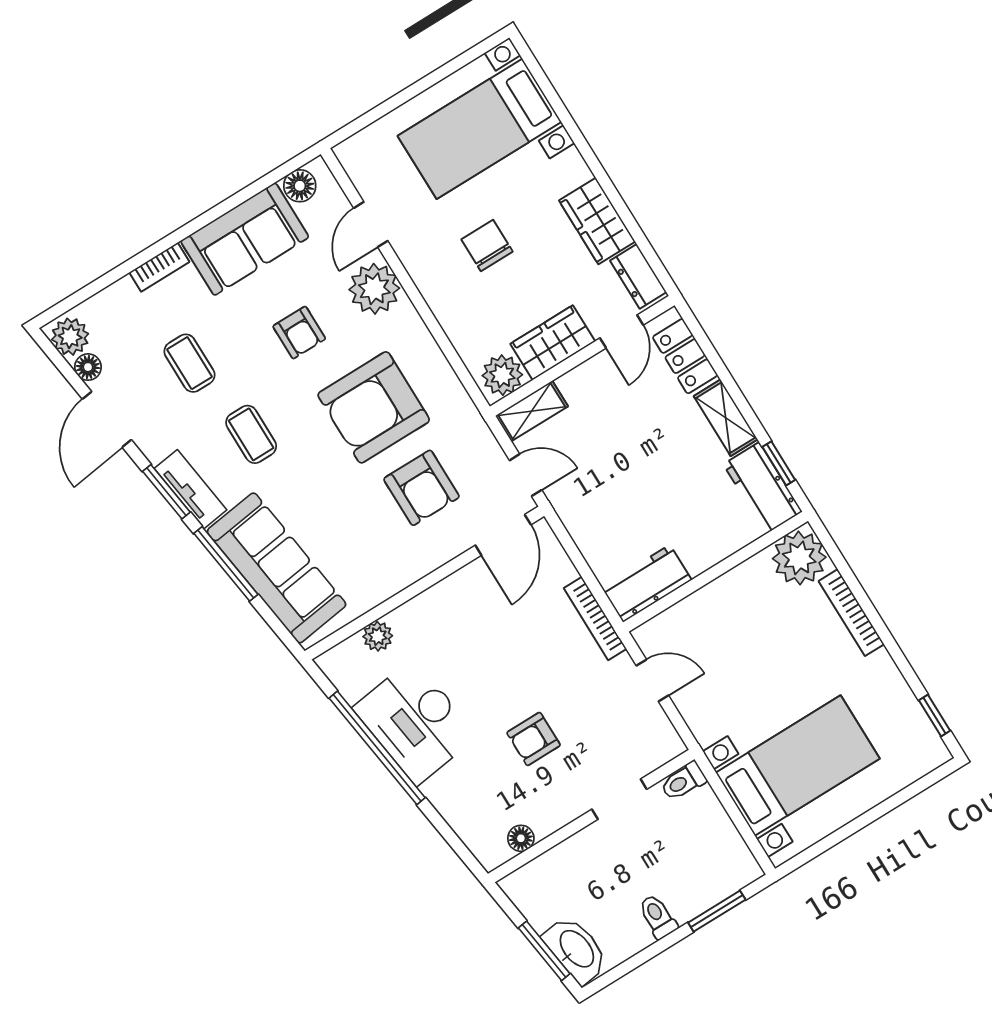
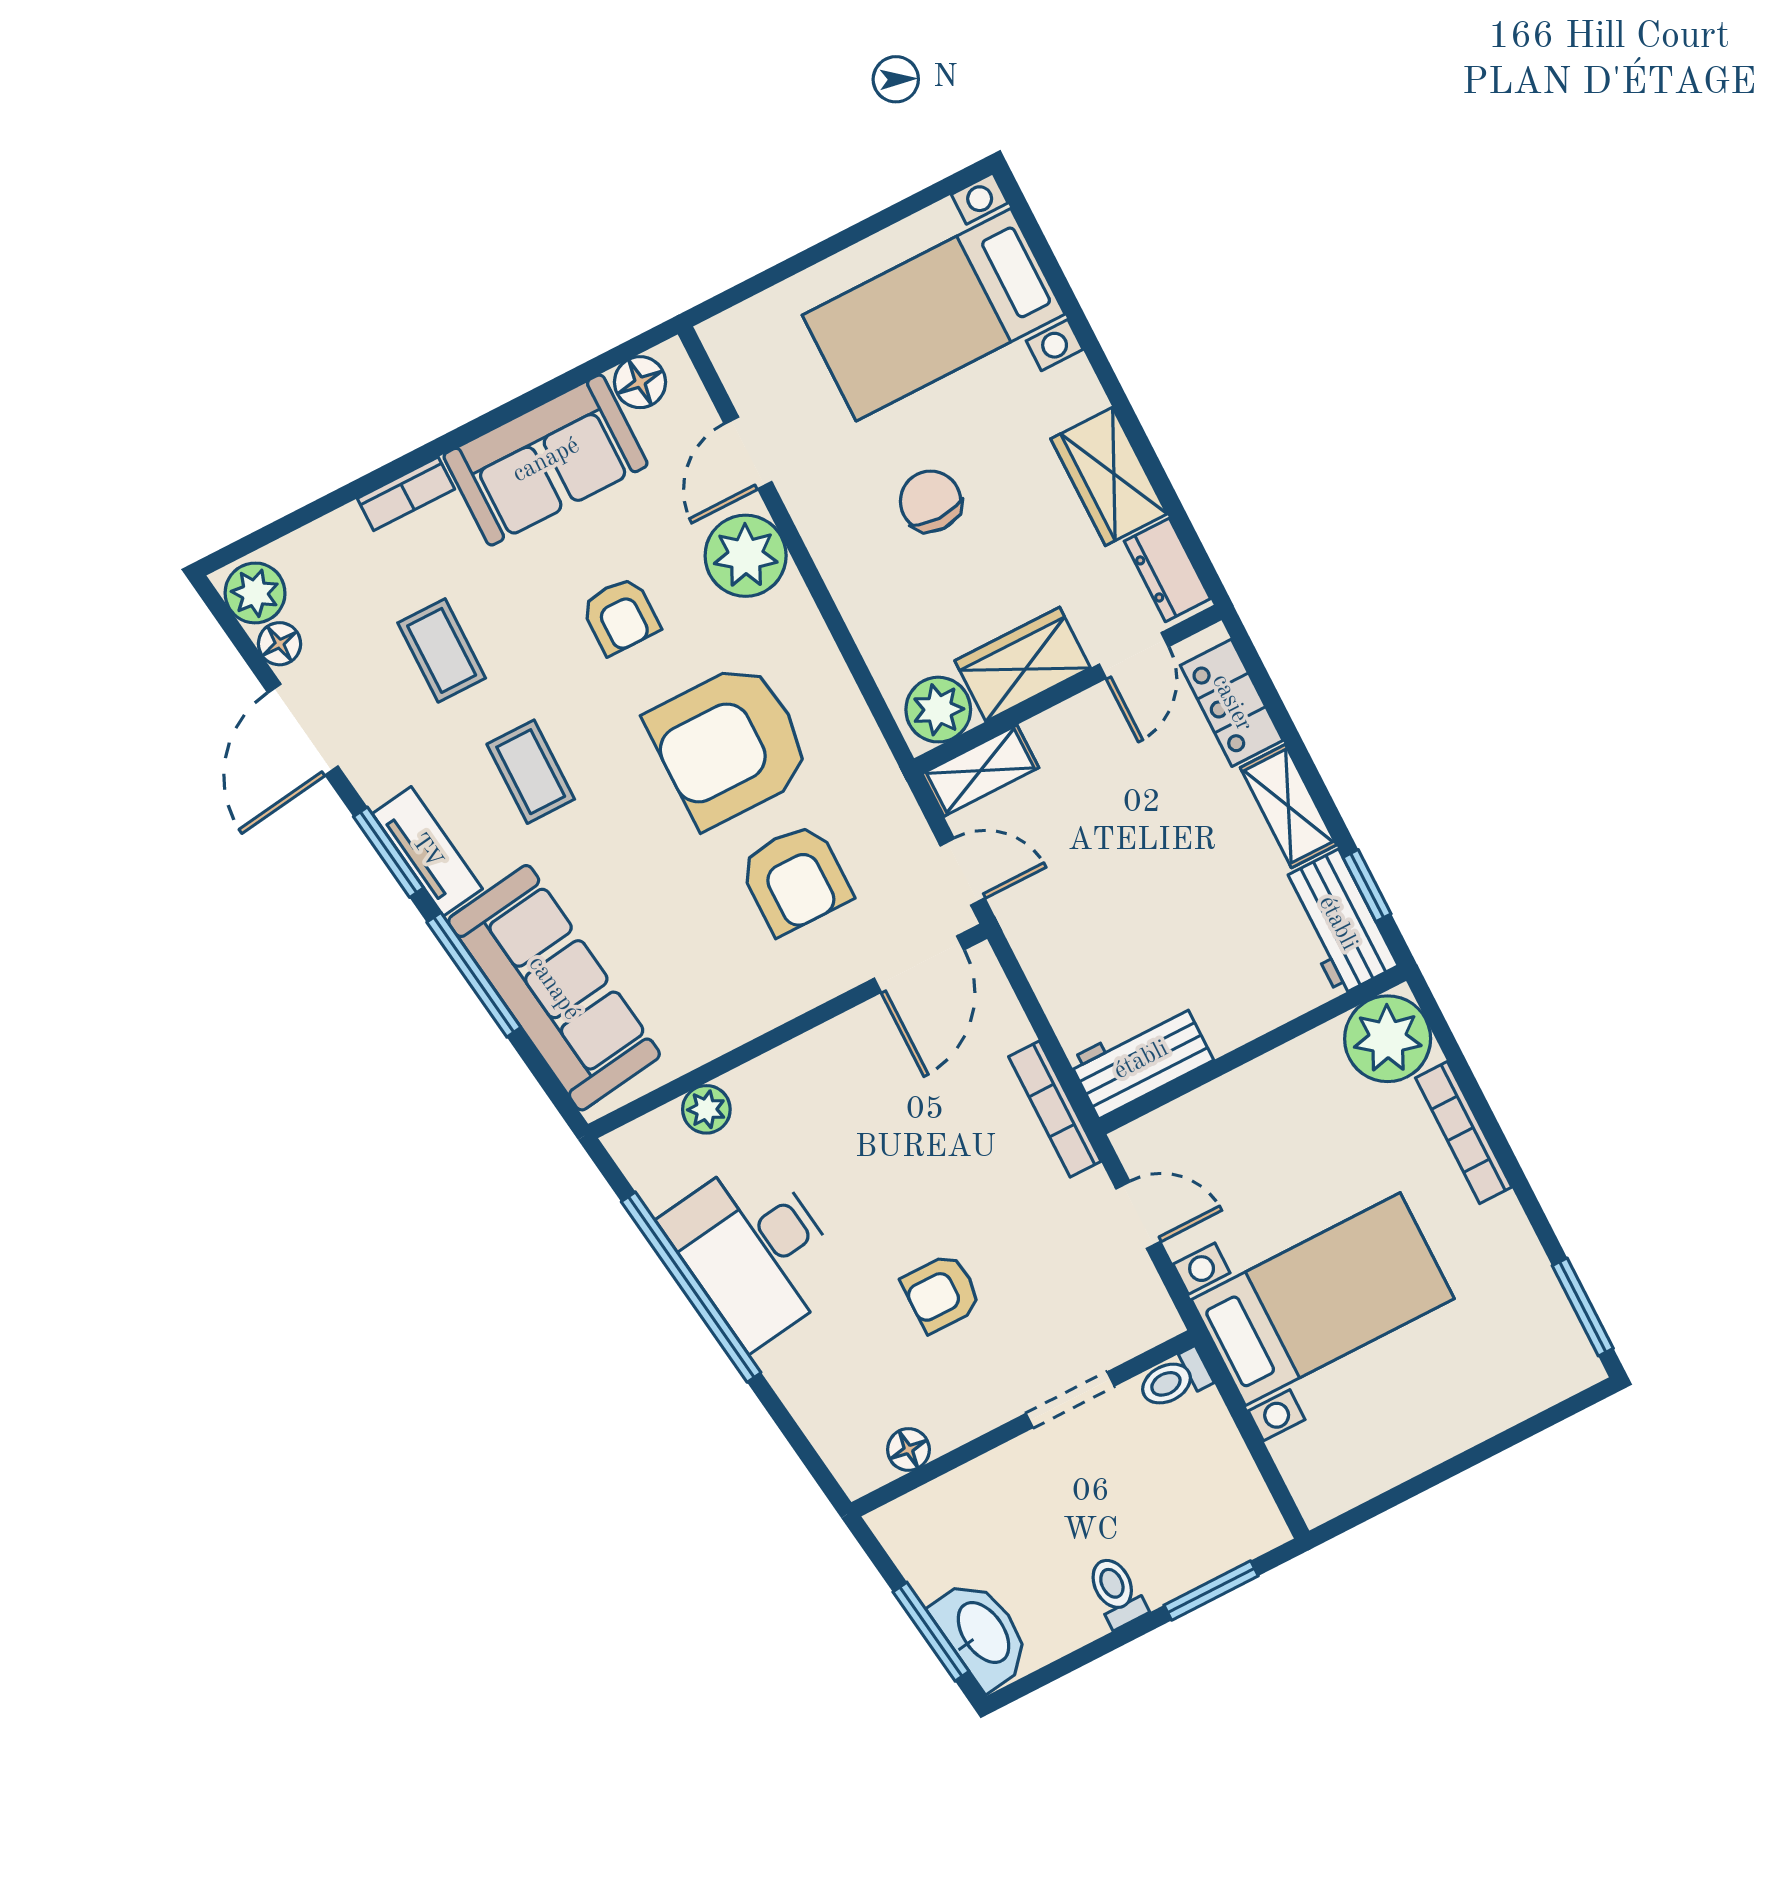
window: (934, 716) -> (1583, 1307), width x1.50
bed with nightstands: (798, 766) -> (1323, 1299), moved

